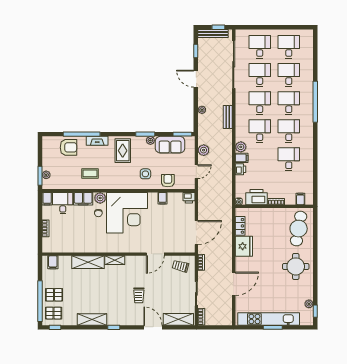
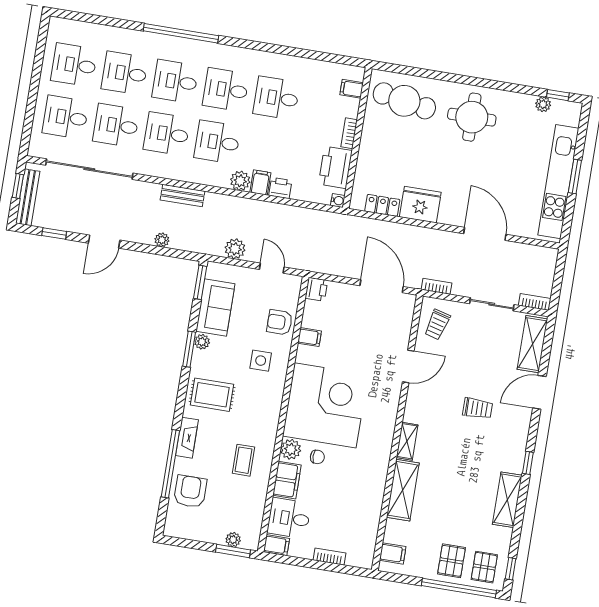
door: (155, 254) -> (408, 366), hinge flipped

